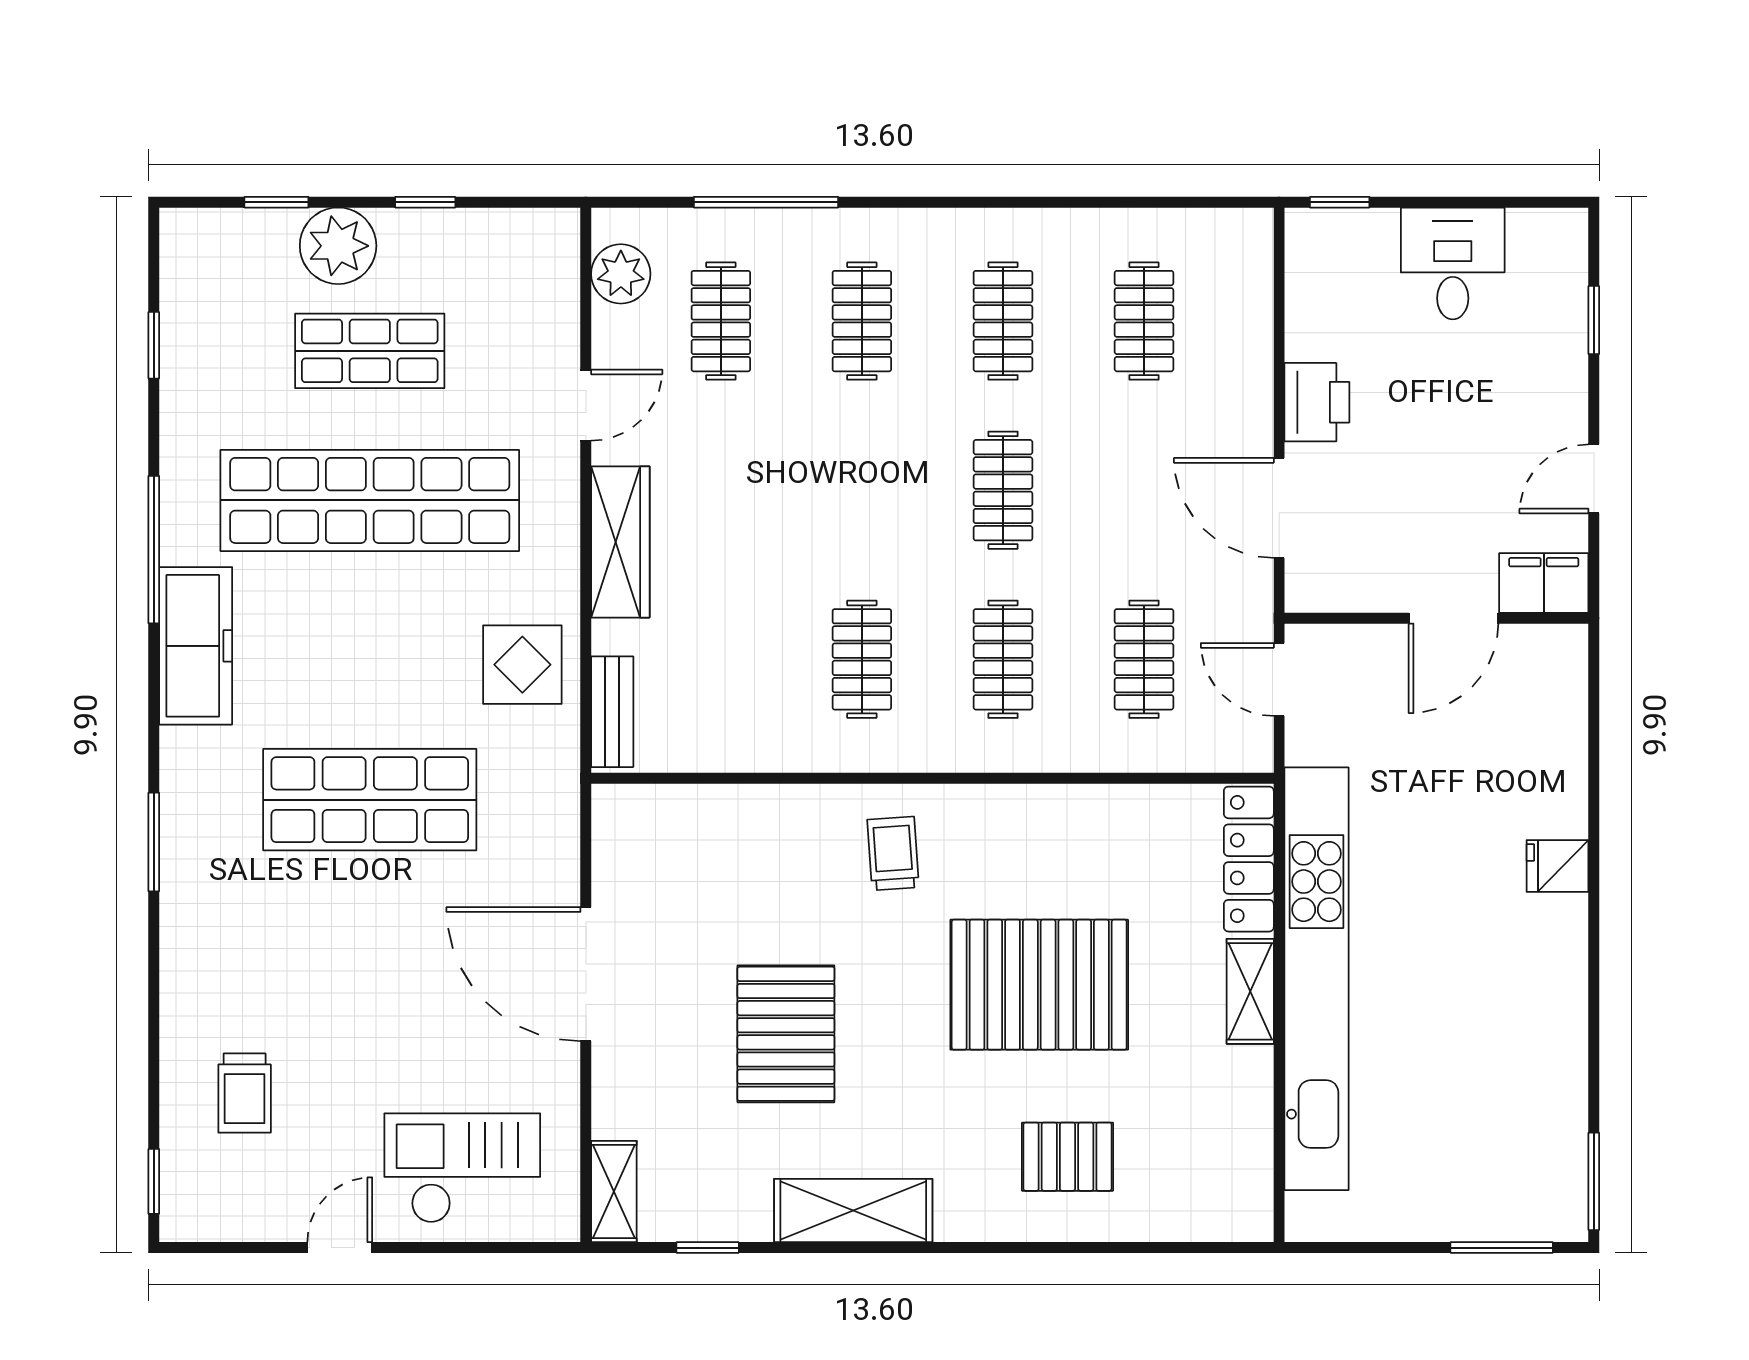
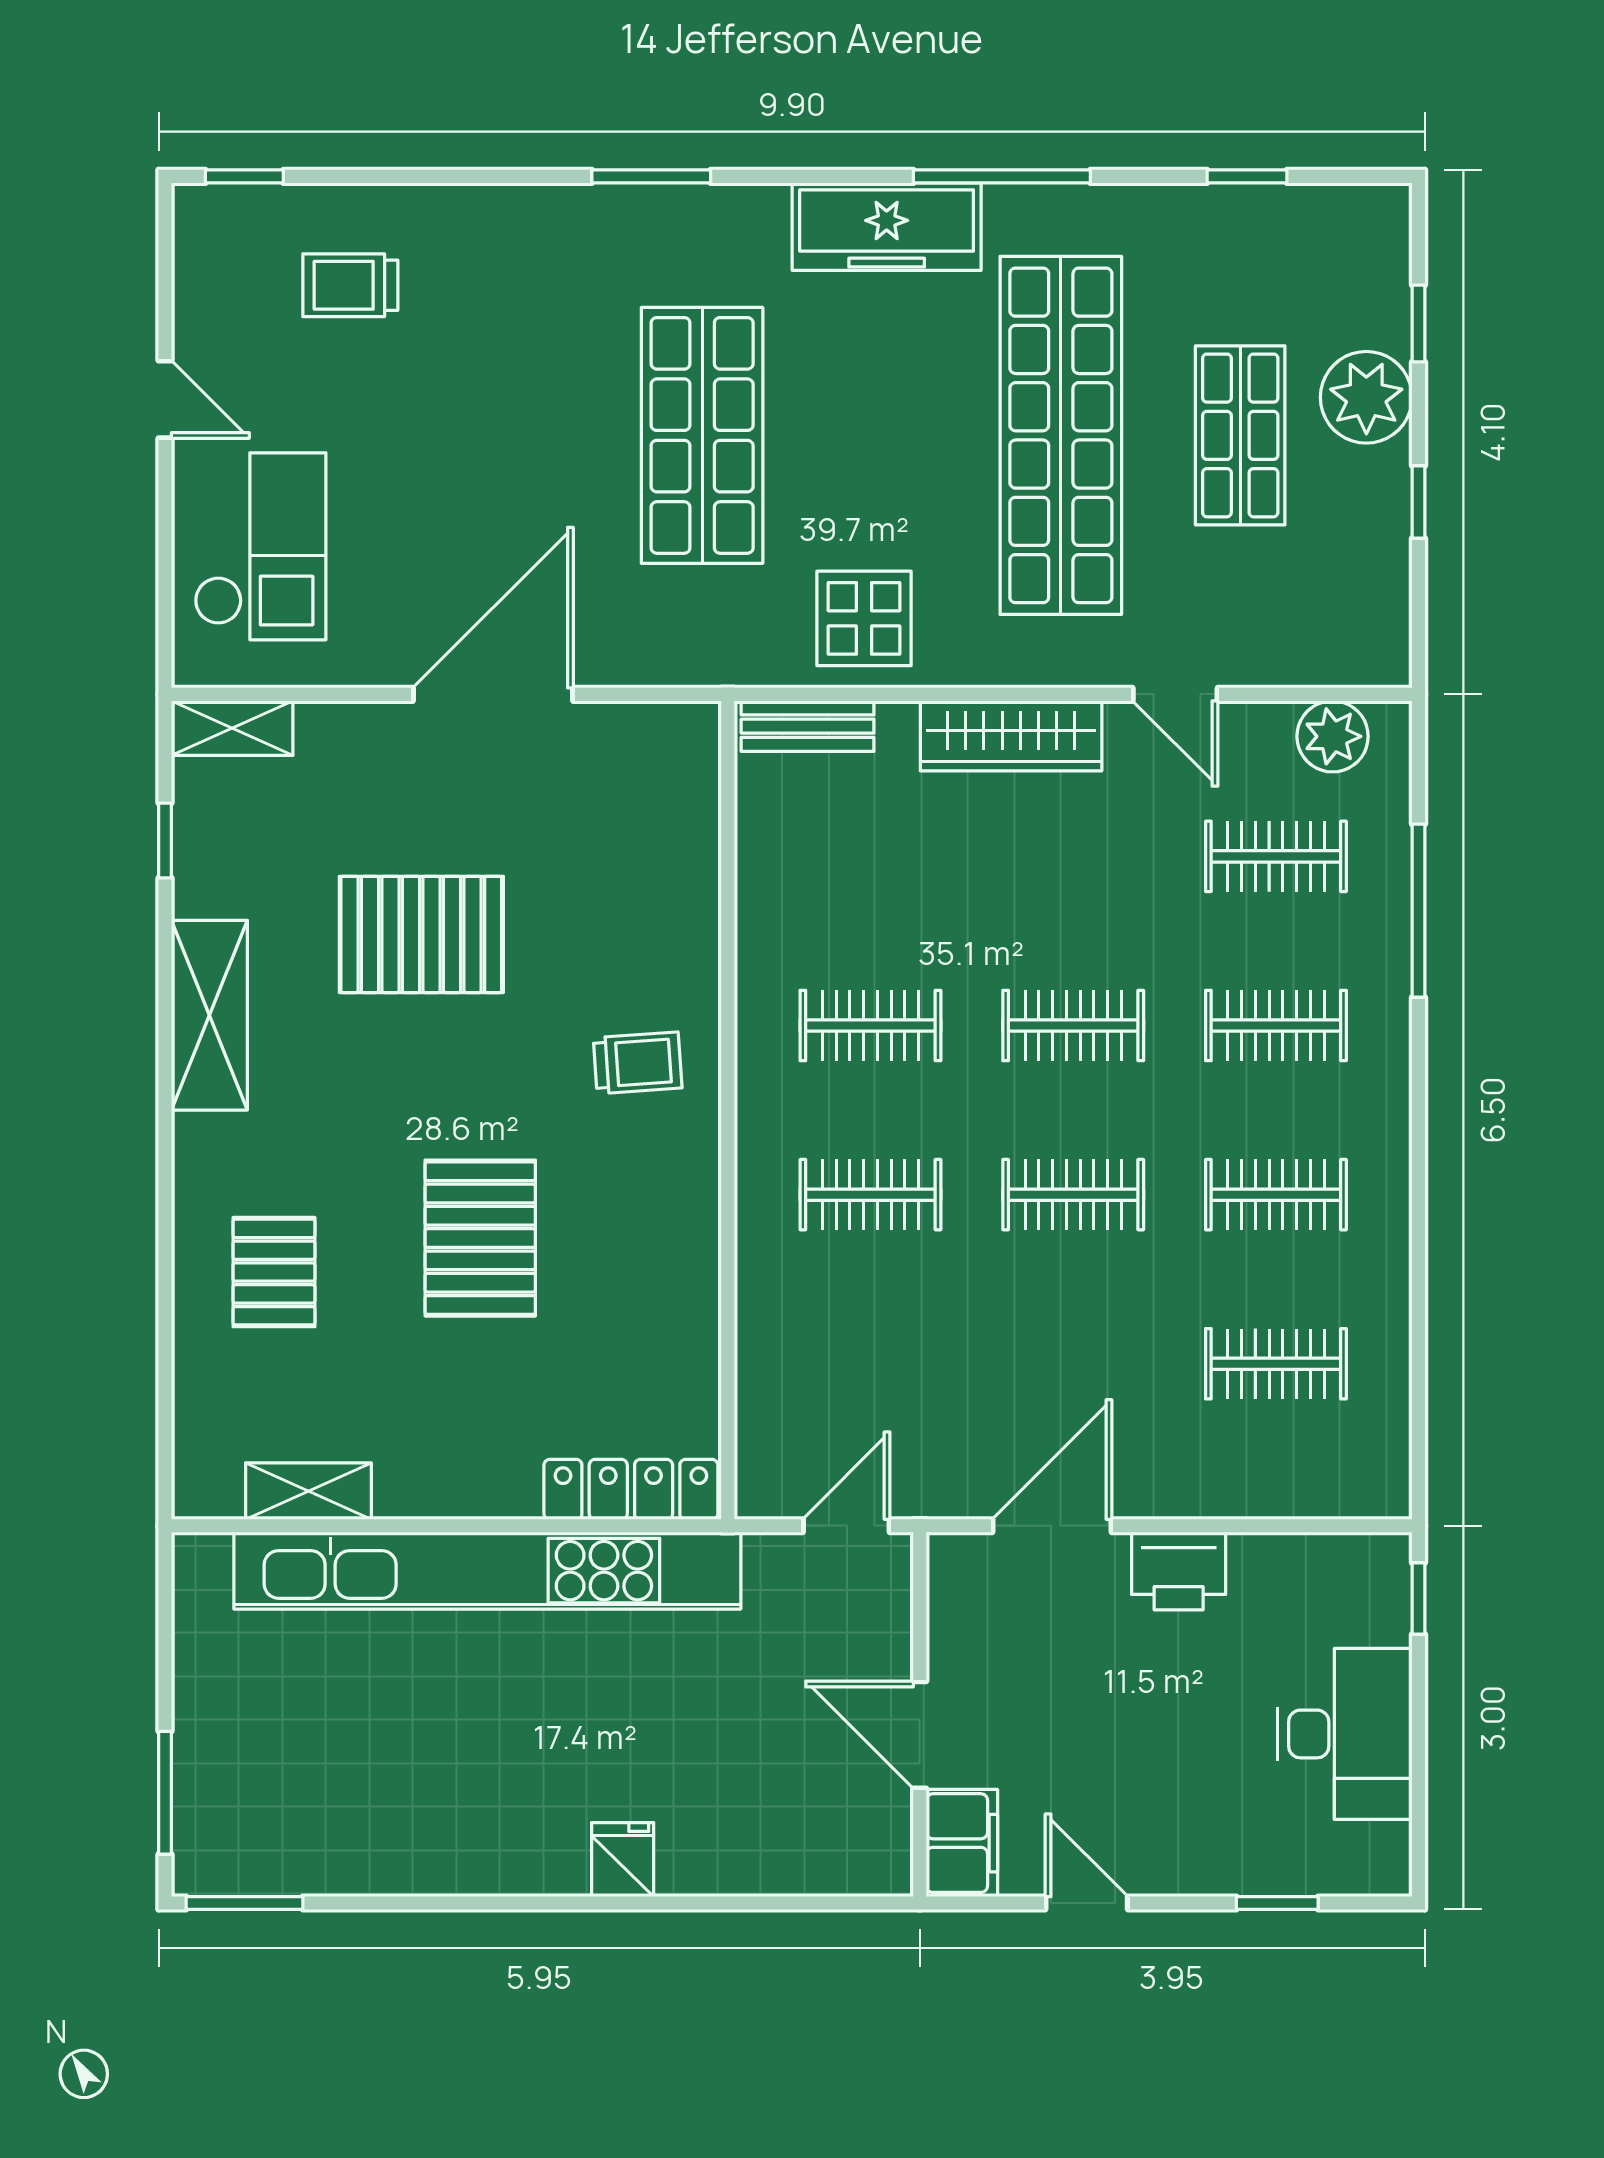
desk: (1453, 263) -> (1345, 1734), width x1.37
clothes rail: (1144, 659) -> (1073, 1026), moved
pallet: (1039, 985) -> (480, 1238), width x0.73, depth x0.71
shelving: (1250, 991) -> (308, 1491), moved

